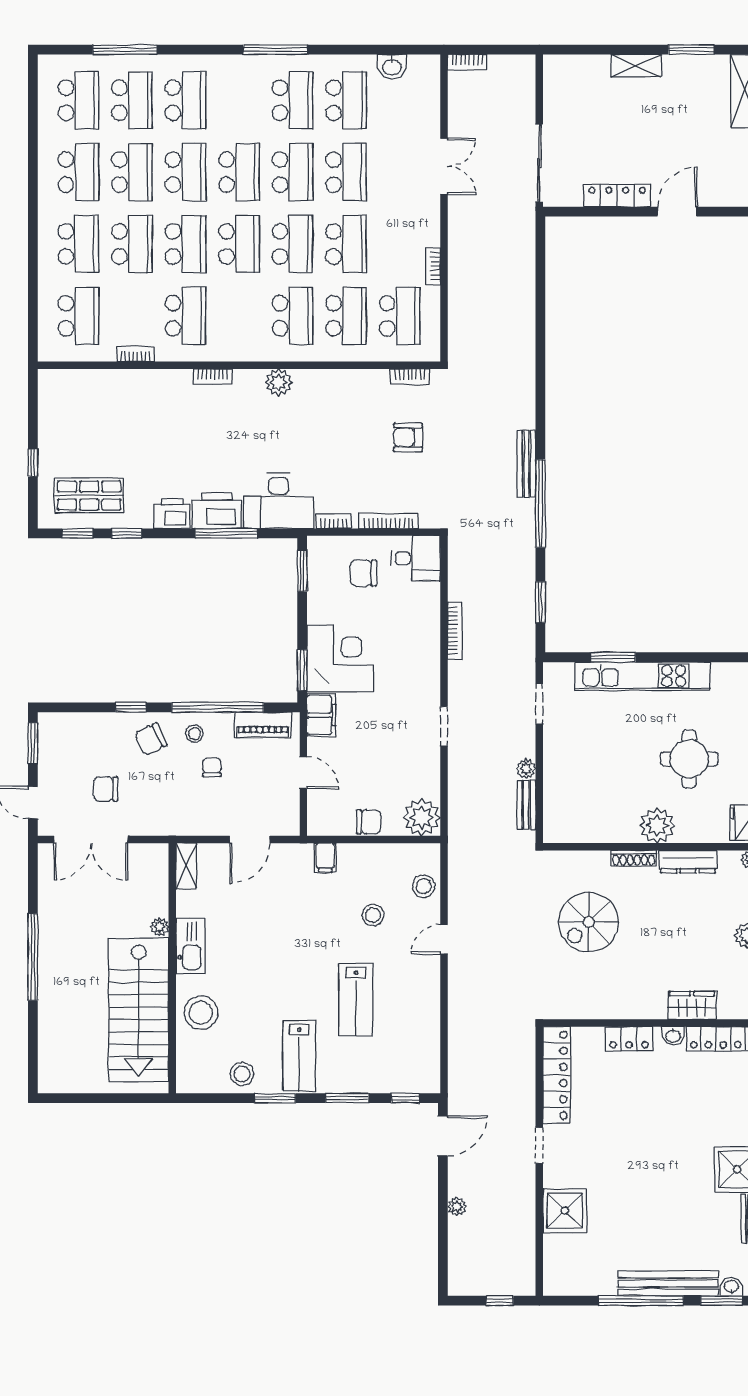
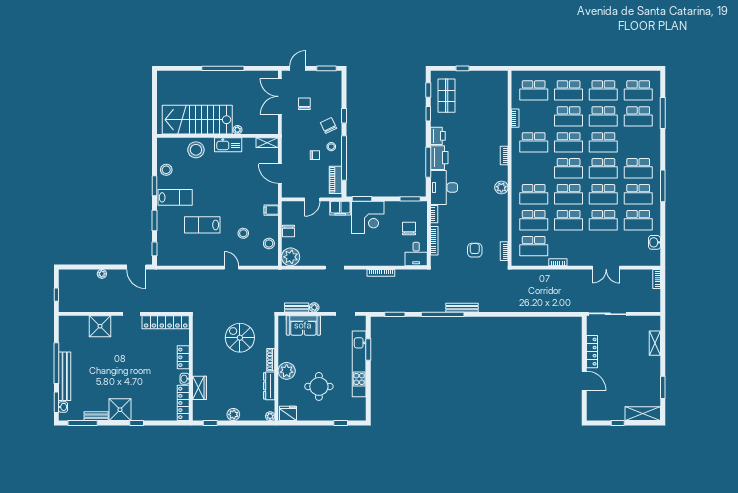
shelving: (636, 66) -> (655, 343), moved
school desk: (185, 100) -> (638, 168), moved
sofa: (563, 791) -> (303, 325), added
stool: (424, 886) -> (269, 243), moved
lab bench: (299, 1056) -> (175, 197), turned 180

